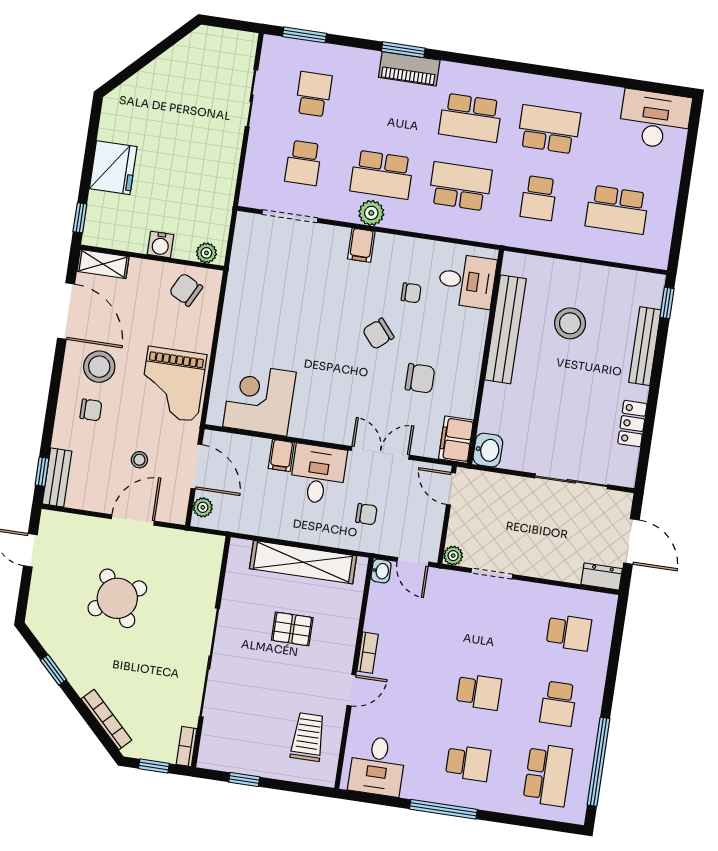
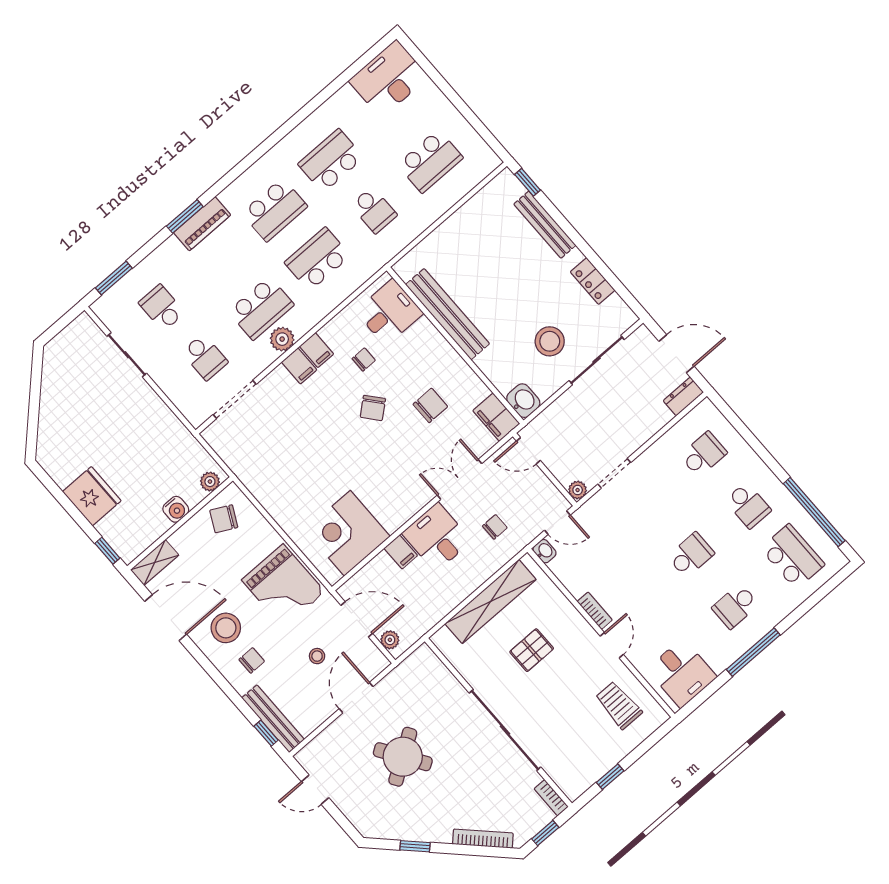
filing cabinet: (386, 248) -> (317, 350), added
stool: (570, 323) -> (550, 341), moved
bench: (57, 478) -> (273, 719), width x1.36
school desk: (468, 763) -> (735, 606), turned 180

